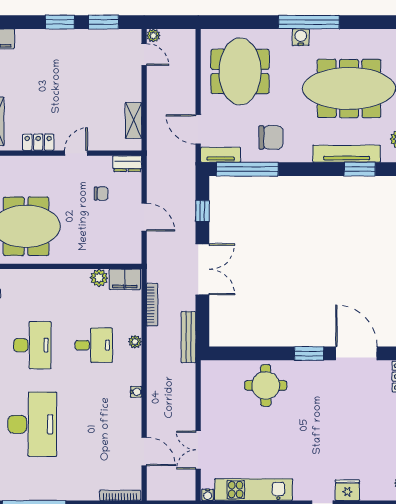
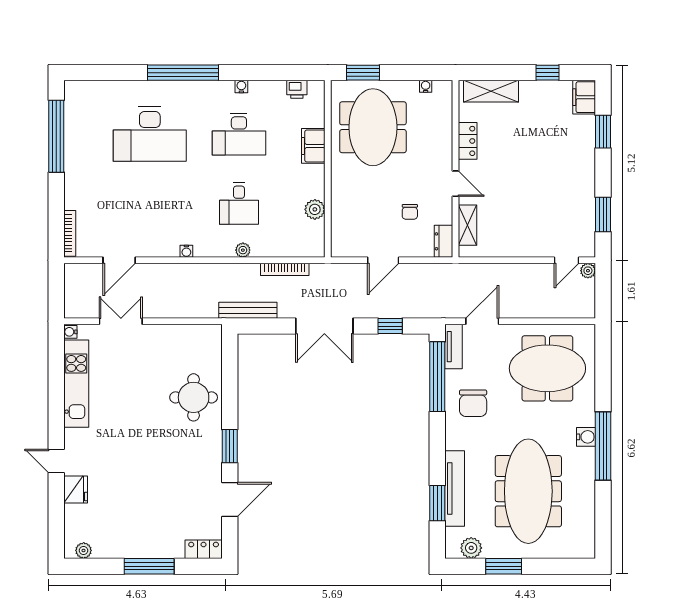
window: (60, 22) -> (603, 132), moved
shelving: (133, 120) -> (467, 225), moved, turned 90
filing cabinet: (125, 279) -> (313, 146), moved
door: (356, 353) -> (230, 500), width x0.73

